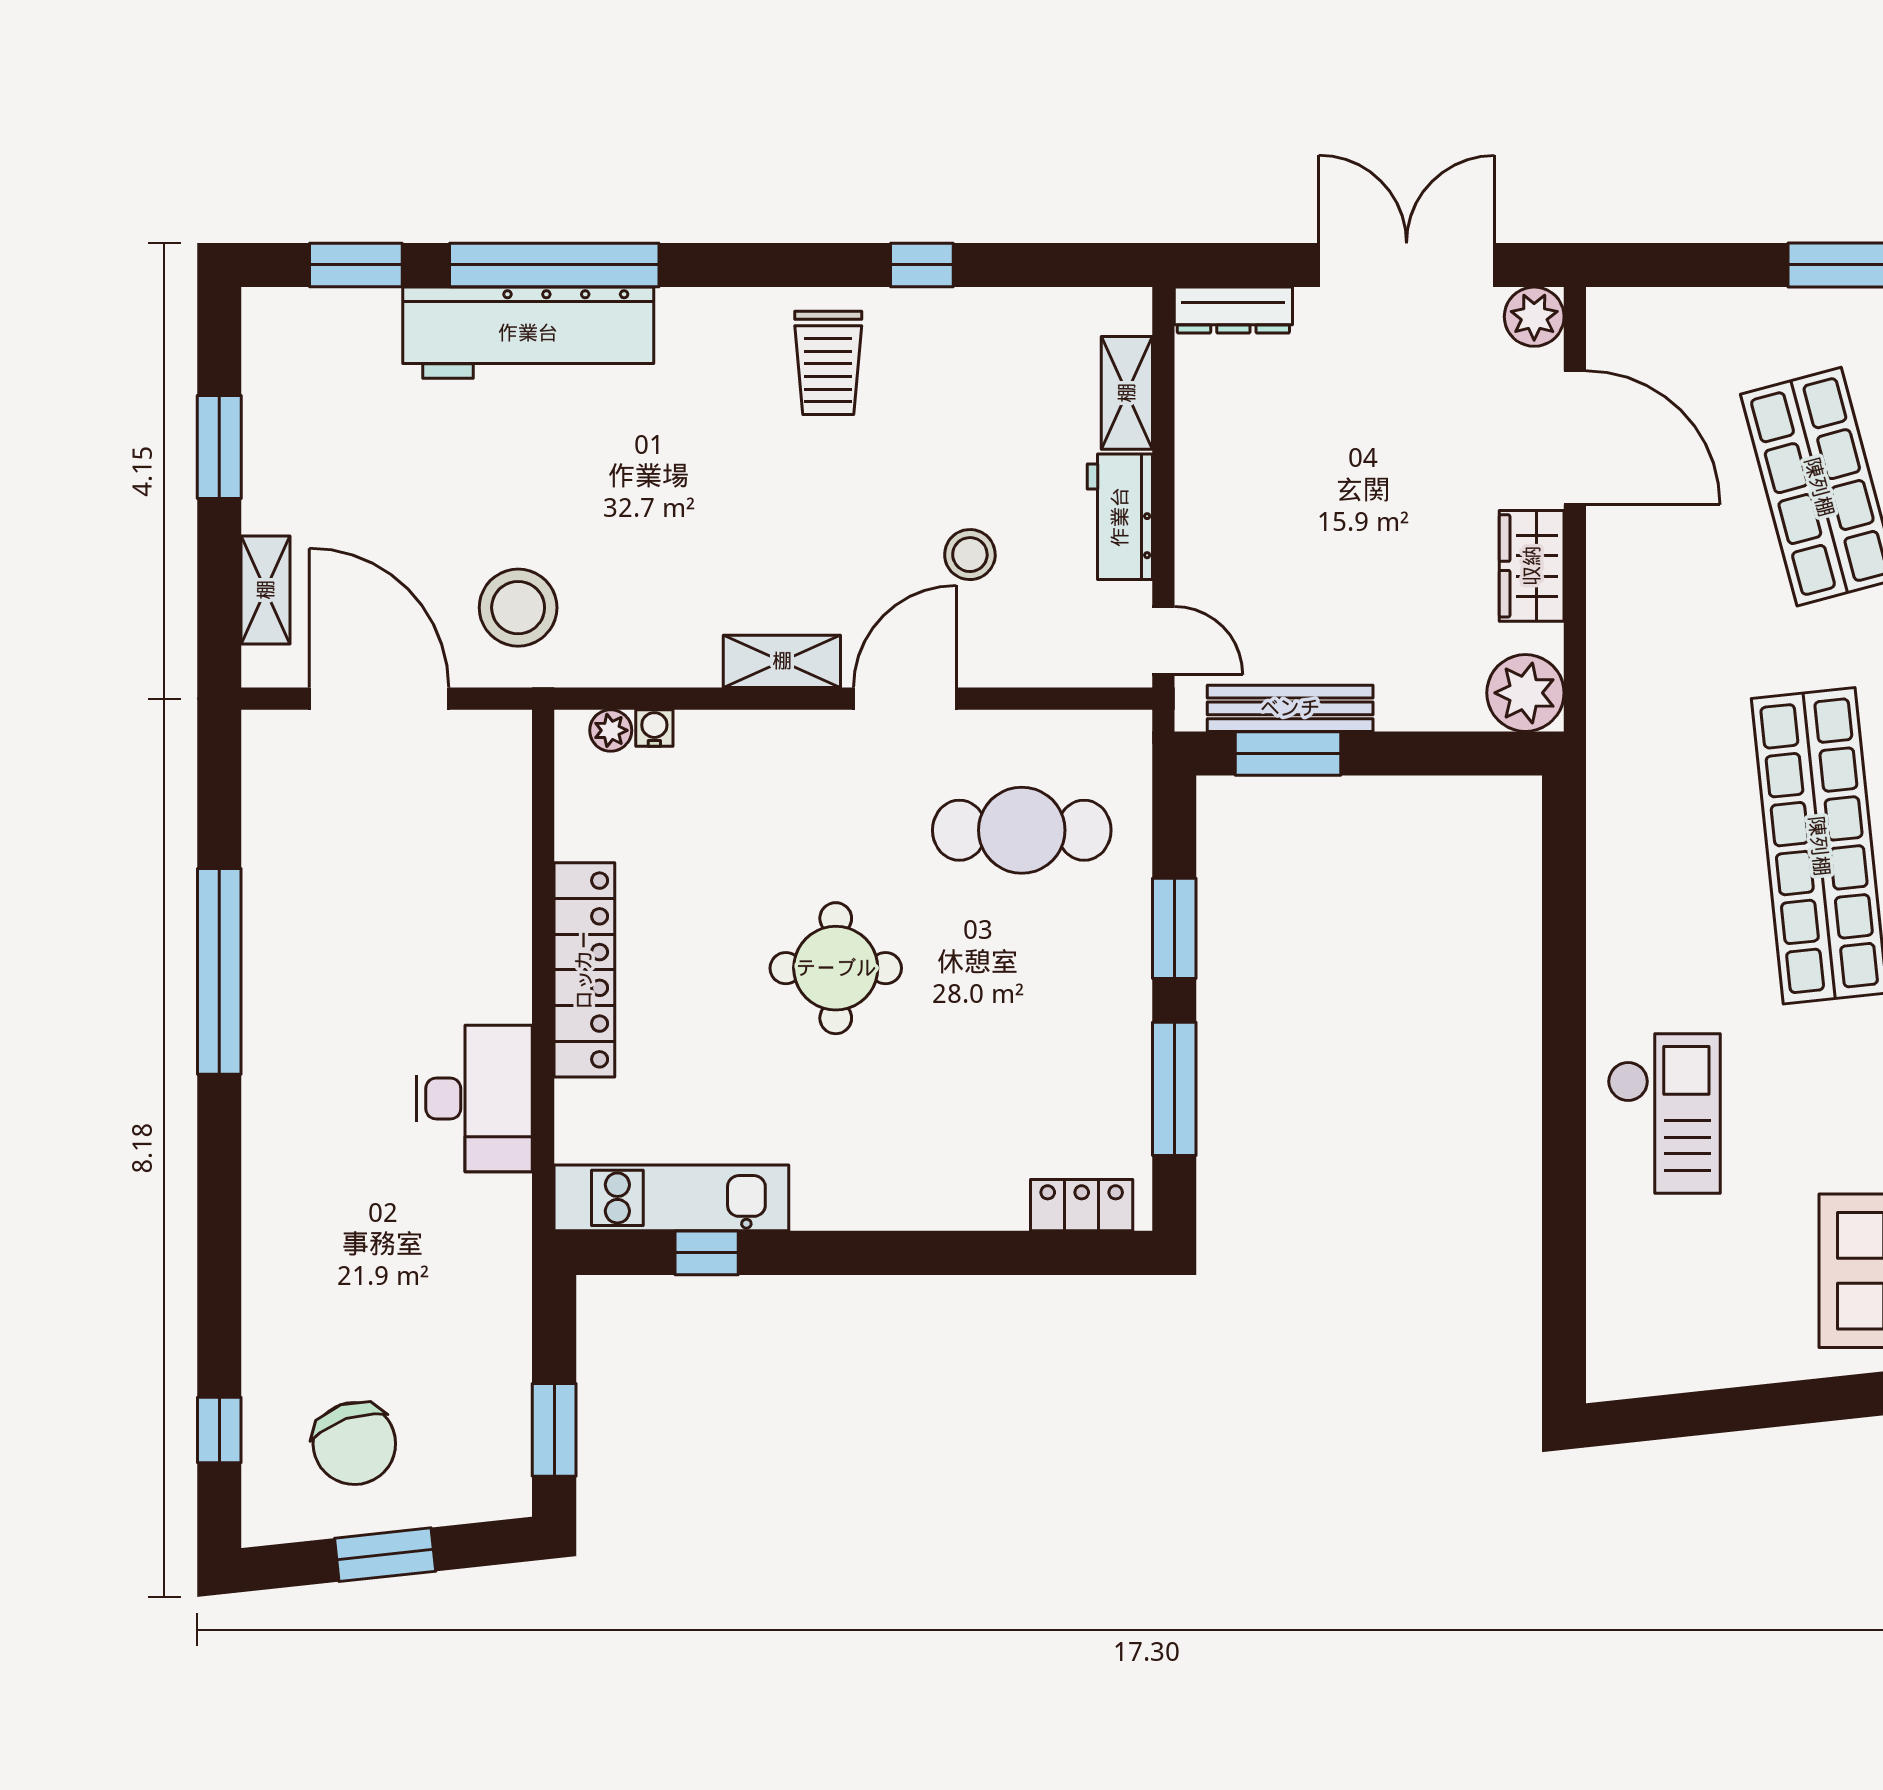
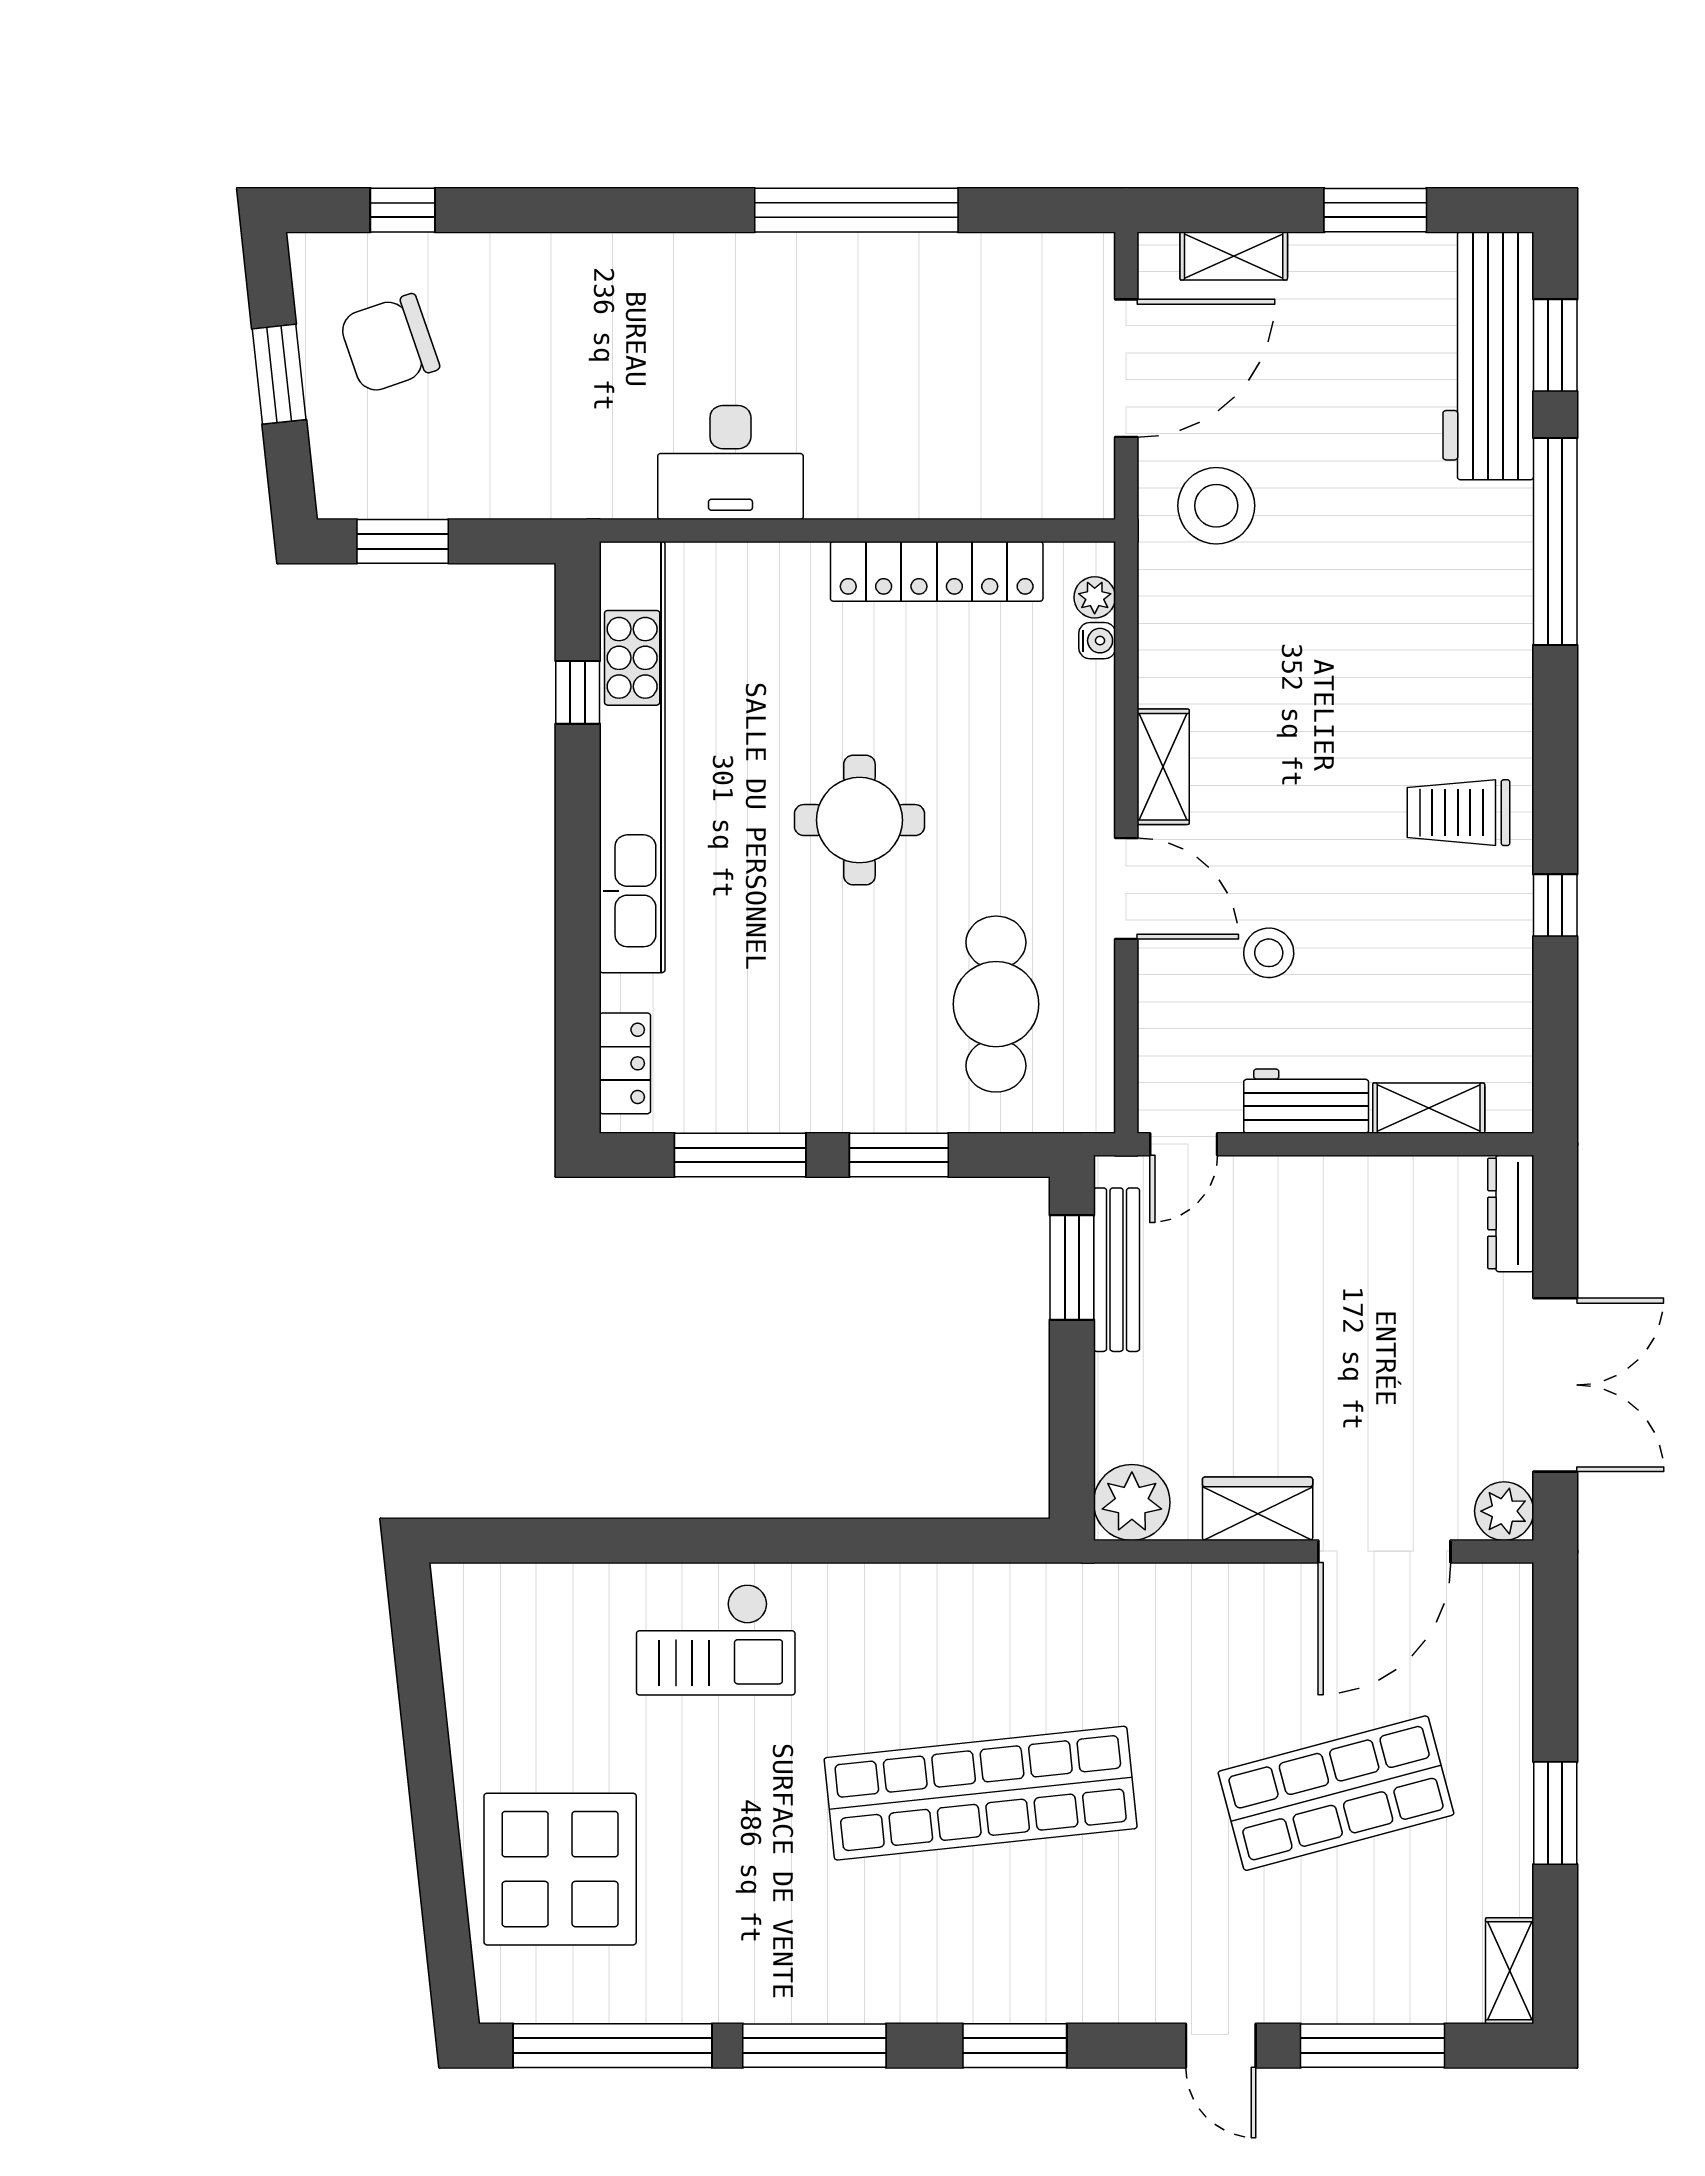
workbench: (528, 333) -> (1488, 356), moved
locker: (584, 970) -> (937, 571), moved
kitchen unit: (671, 1198) -> (632, 757), width x1.86

